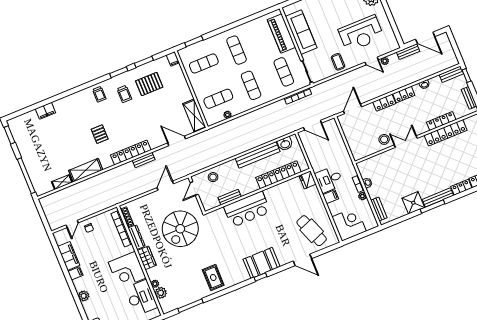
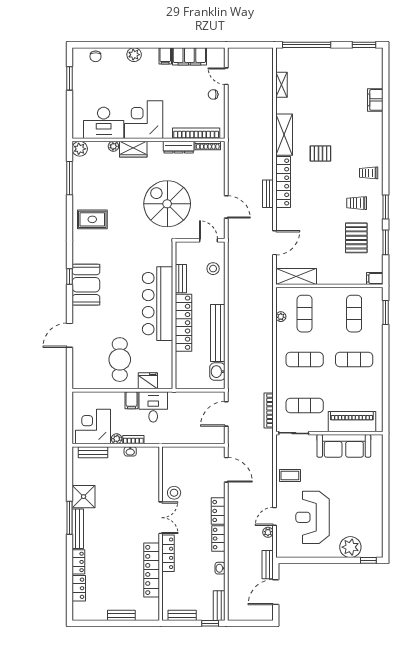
locker: (441, 121) -> (168, 553), moved
shelving: (86, 170) -> (284, 135), moved
locker: (278, 175) -> (183, 323), moved
fridge: (308, 180) -> (148, 381), moved
bar counter: (247, 209) -> (158, 304), width x1.36
corner desk: (349, 224) -> (93, 427), moved, turned 180
cafe table: (312, 231) -> (120, 360), moved, turned -69
wardrobe: (147, 258) -> (133, 149), moved
plant: (161, 293) -> (80, 149), moved

